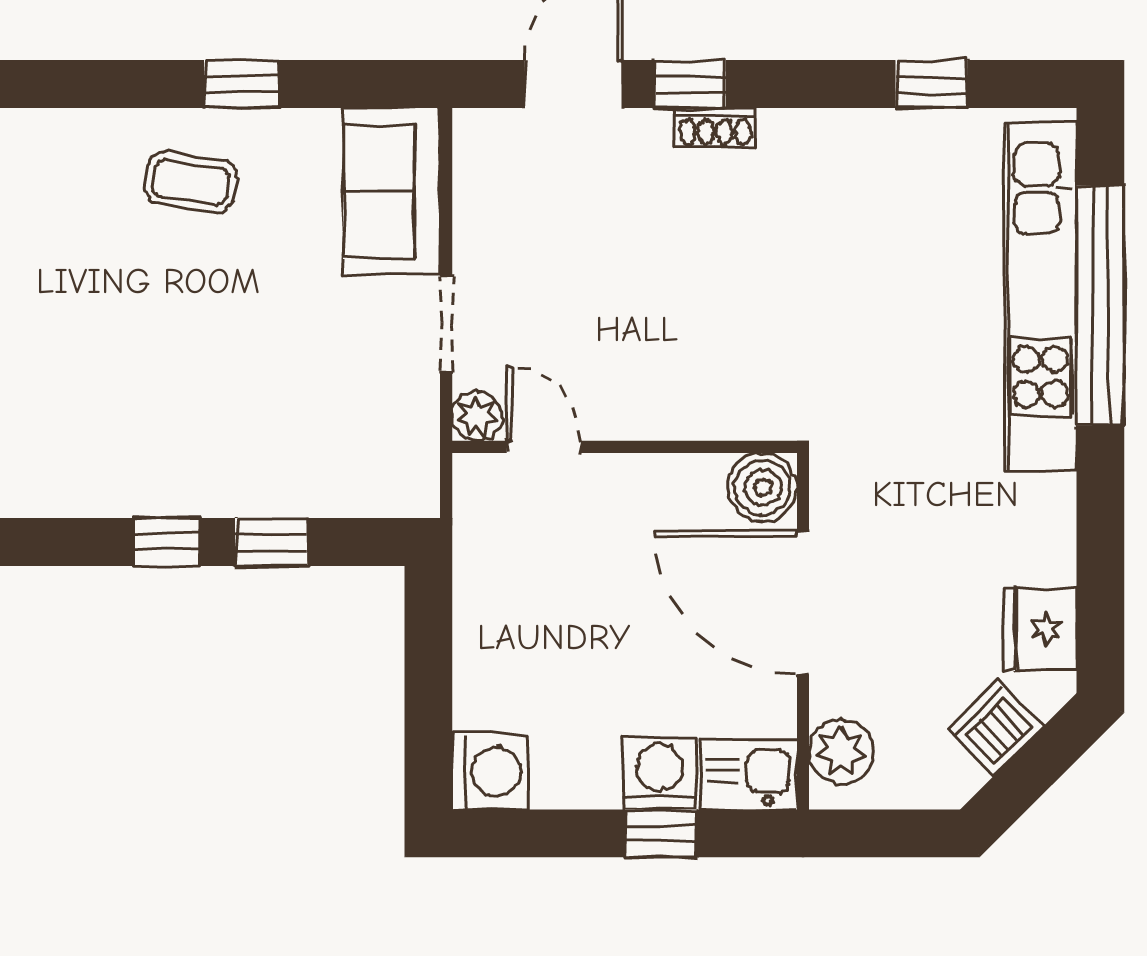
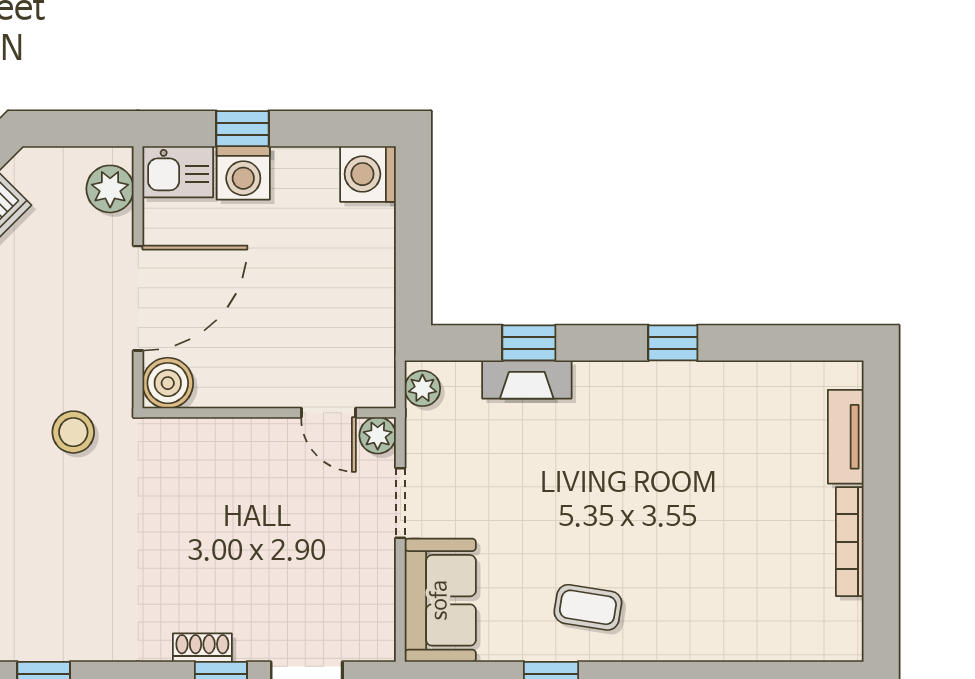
stool: (891, 421) -> (73, 432), added
plant: (416, 480) -> (422, 388), added
fireplace: (274, 492) -> (527, 379), added
window: (166, 542) -> (673, 343), moved
door: (803, 603) -> (138, 298), hinge flipped

